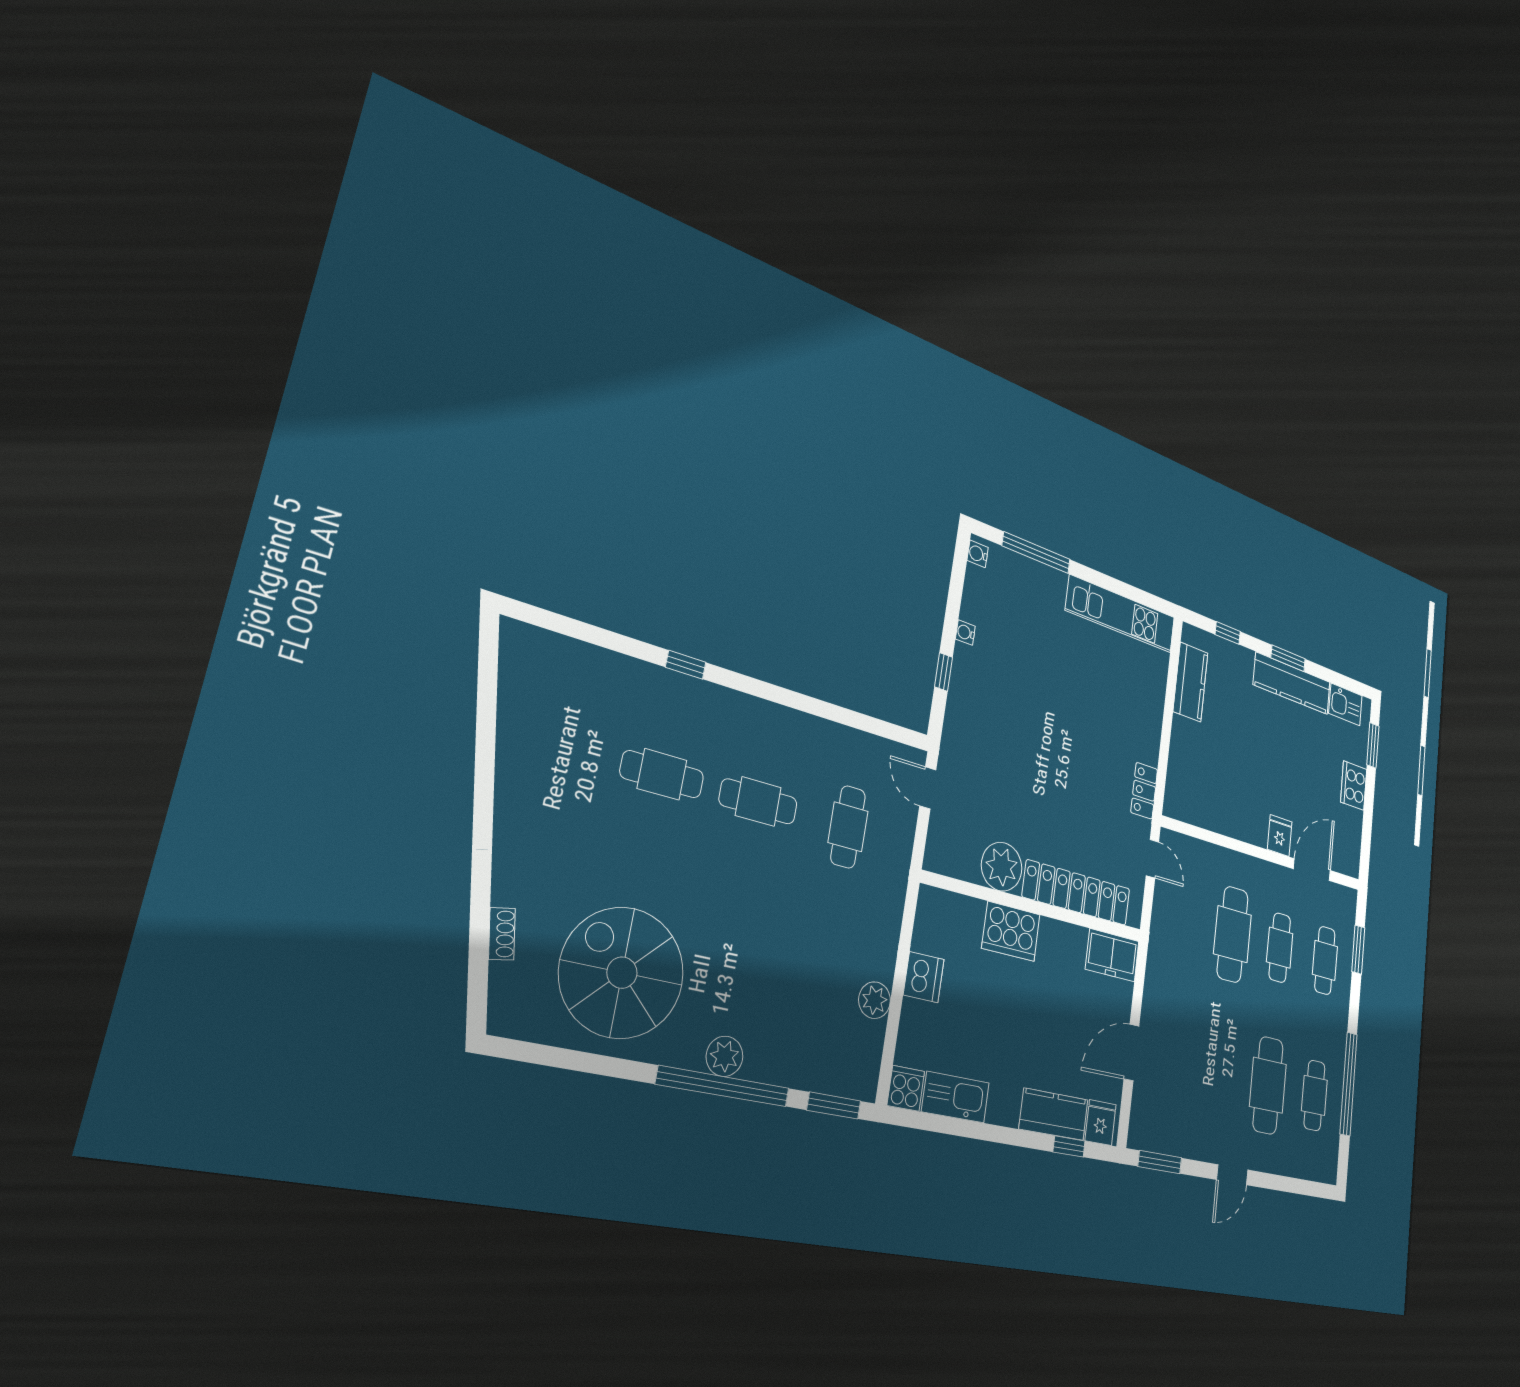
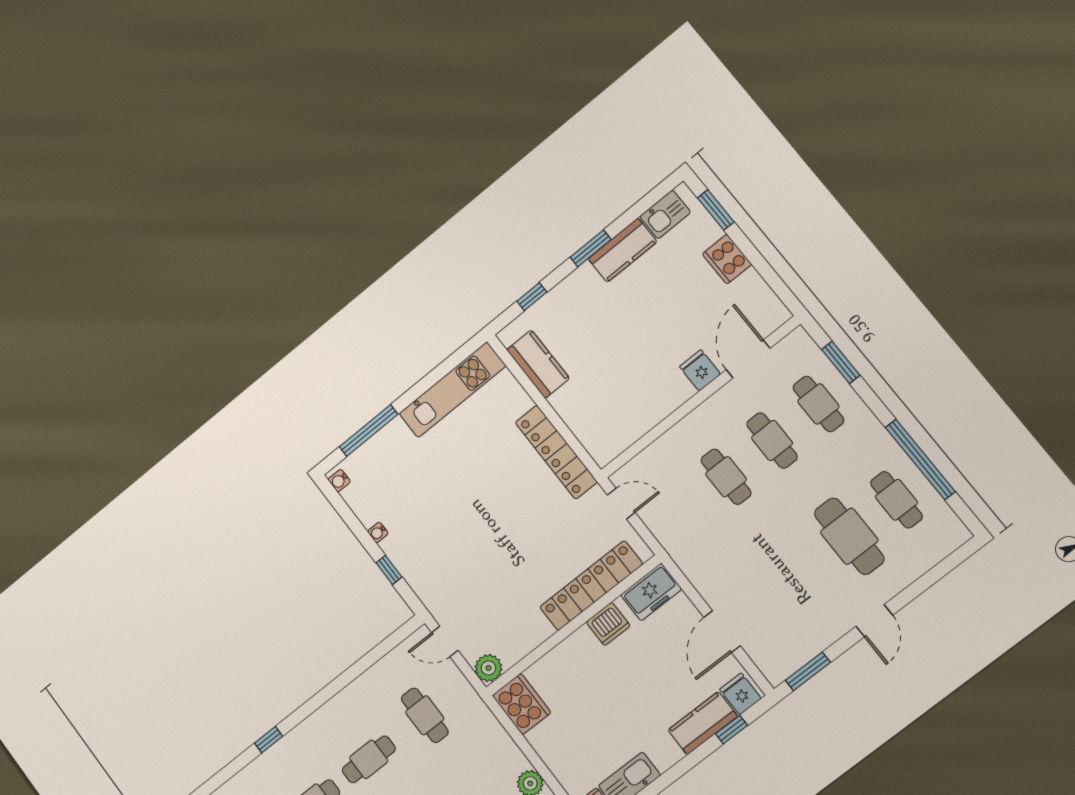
kitchen counter: (1292, 683) -> (623, 250), width x0.67
locker: (1144, 791) -> (556, 452), width x2.16, depth x1.21
plant: (1002, 867) -> (488, 668), moved, width x0.73, depth x0.73
cooker: (1011, 931) -> (522, 704), moved, turned -90
cafe table: (1233, 934) -> (726, 477), width x0.73, depth x0.74
dishwasher: (924, 977) -> (608, 624), moved, turned 90

